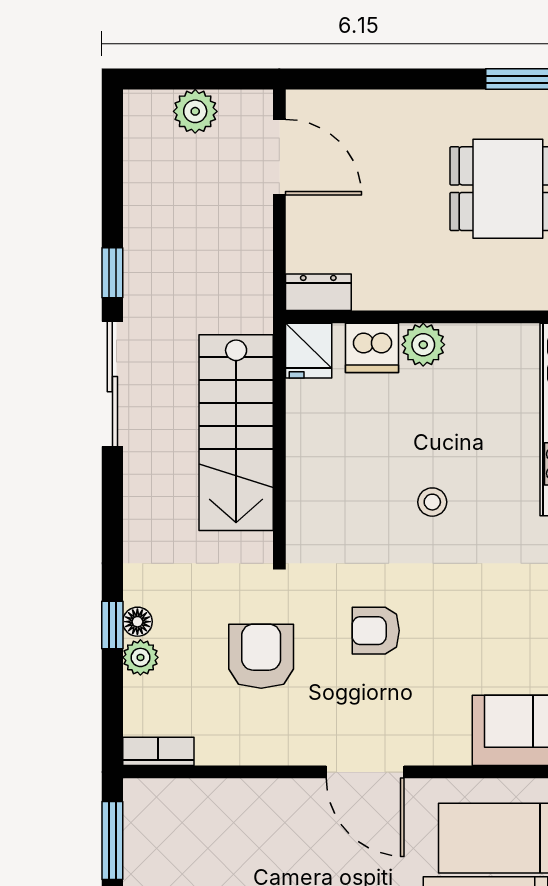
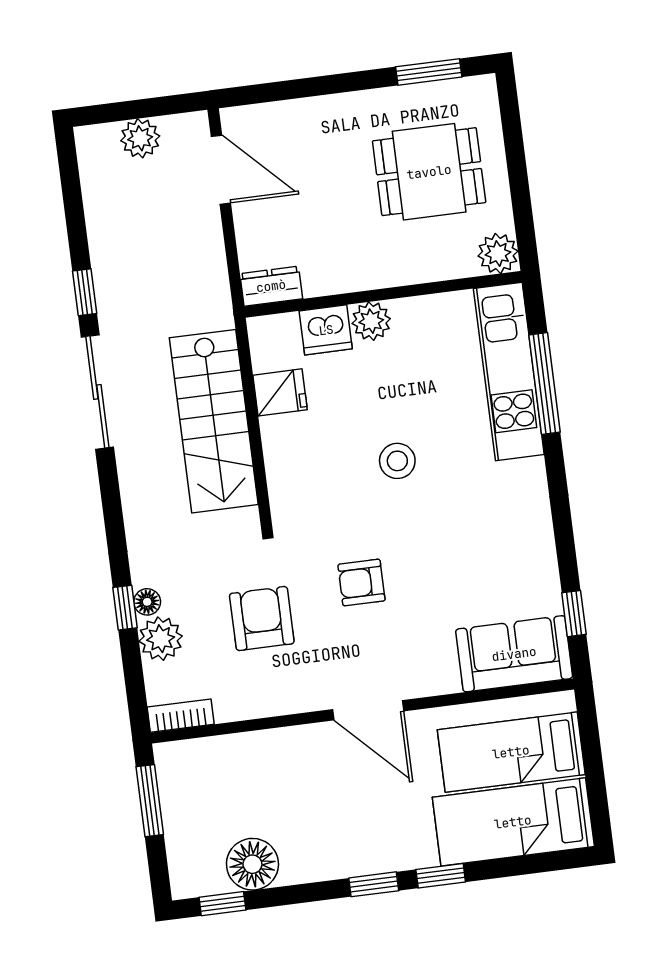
fridge: (309, 351) -> (280, 392), moved, turned -90
stool: (432, 502) -> (397, 461), width x1.37, depth x1.37
plant: (140, 657) -> (161, 639), width x1.38, depth x1.38

